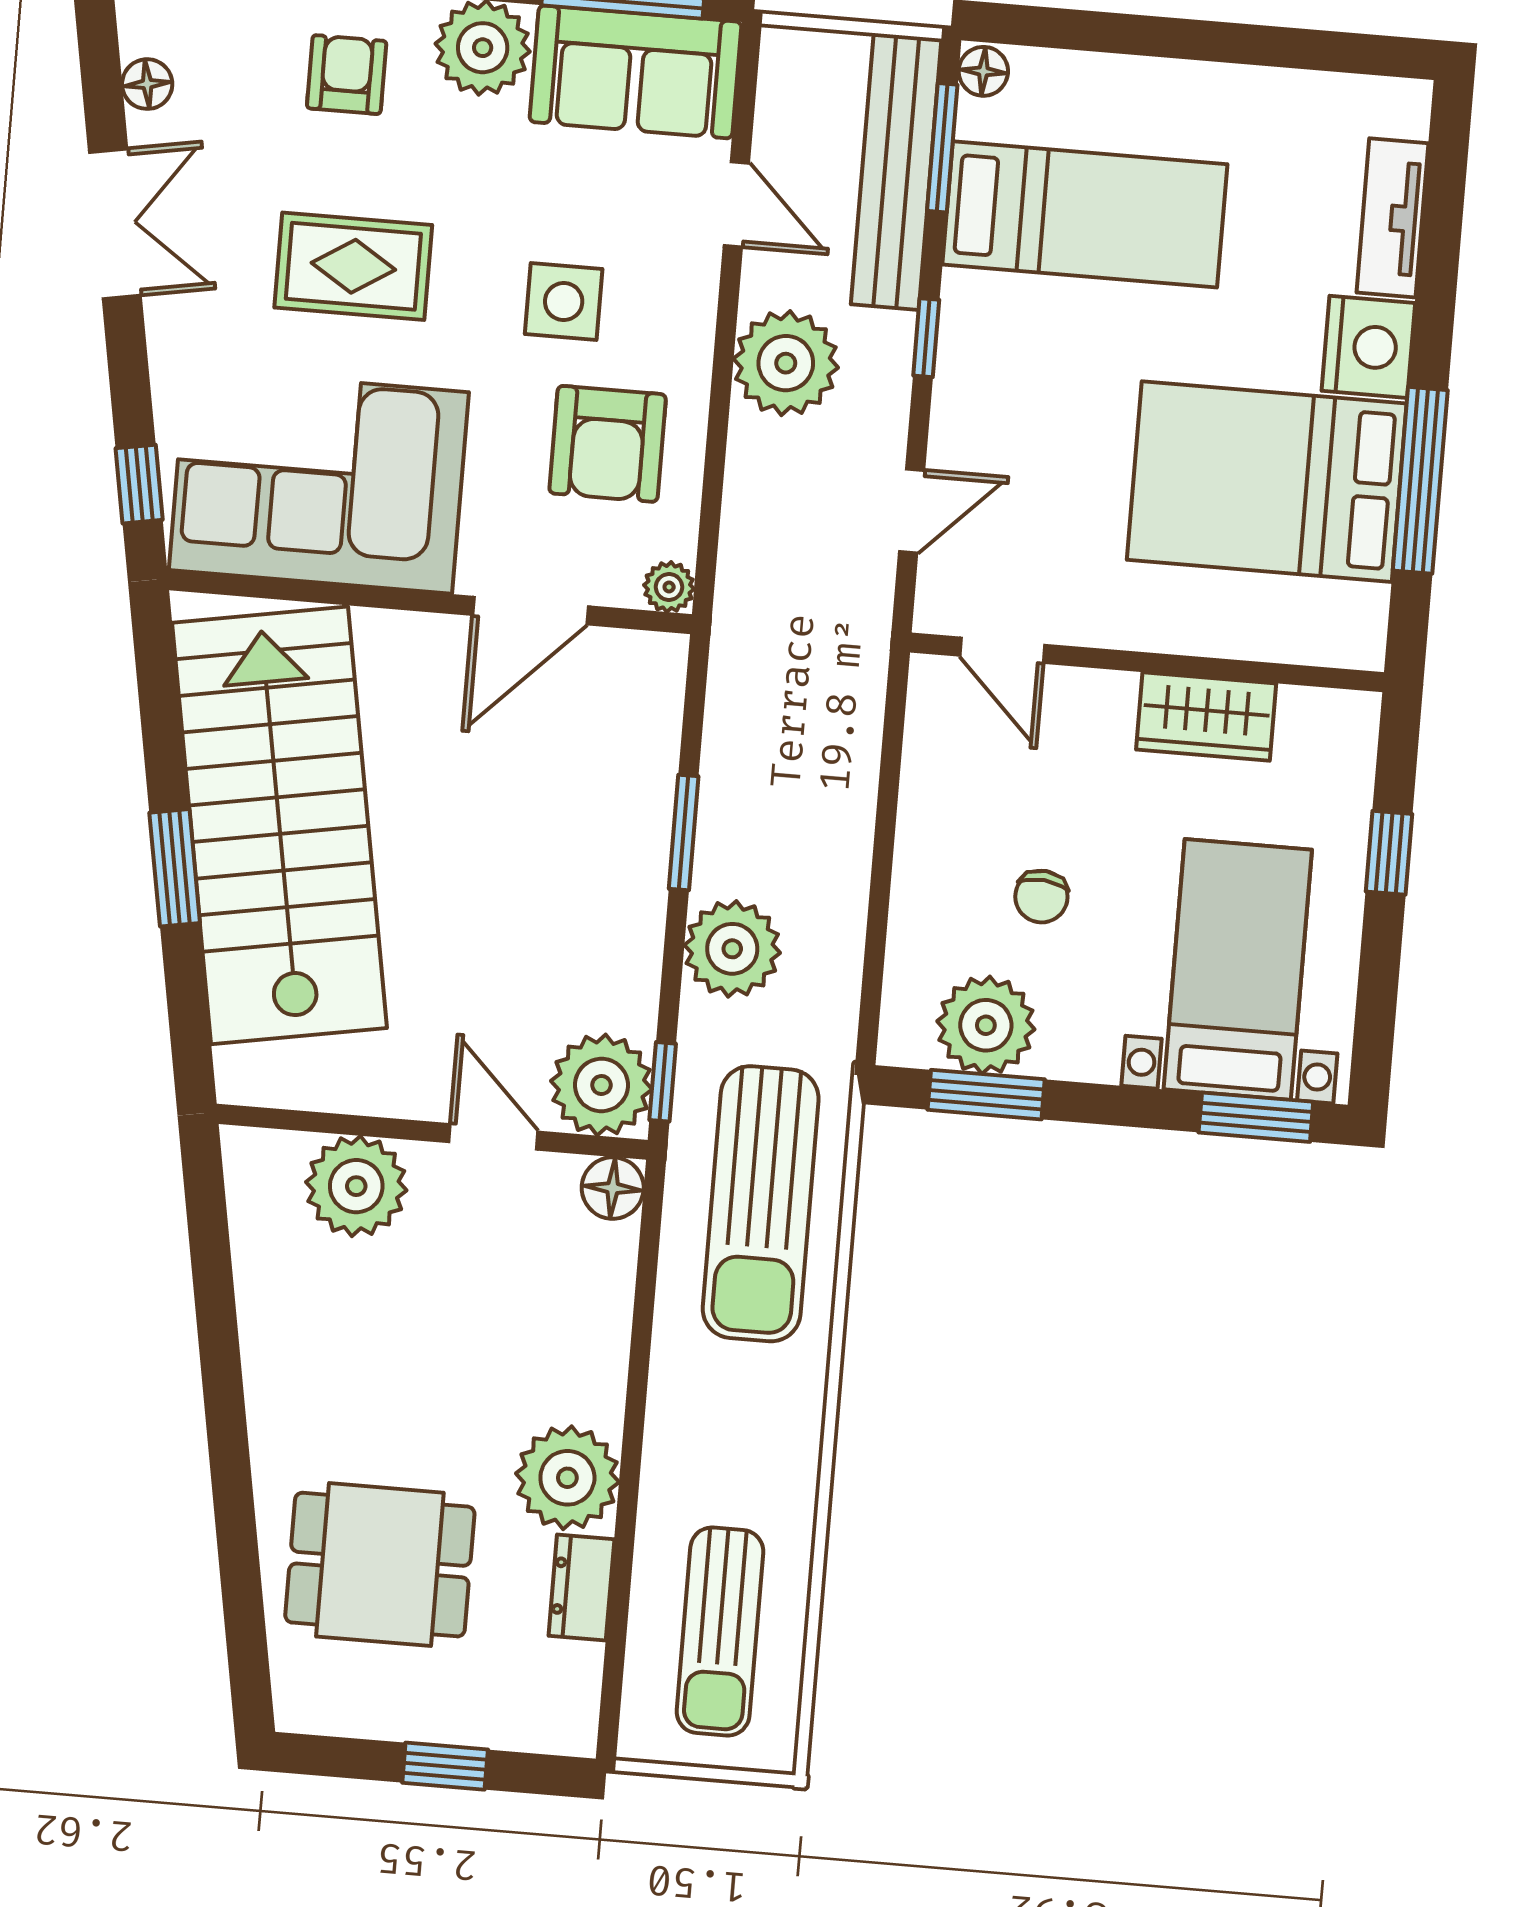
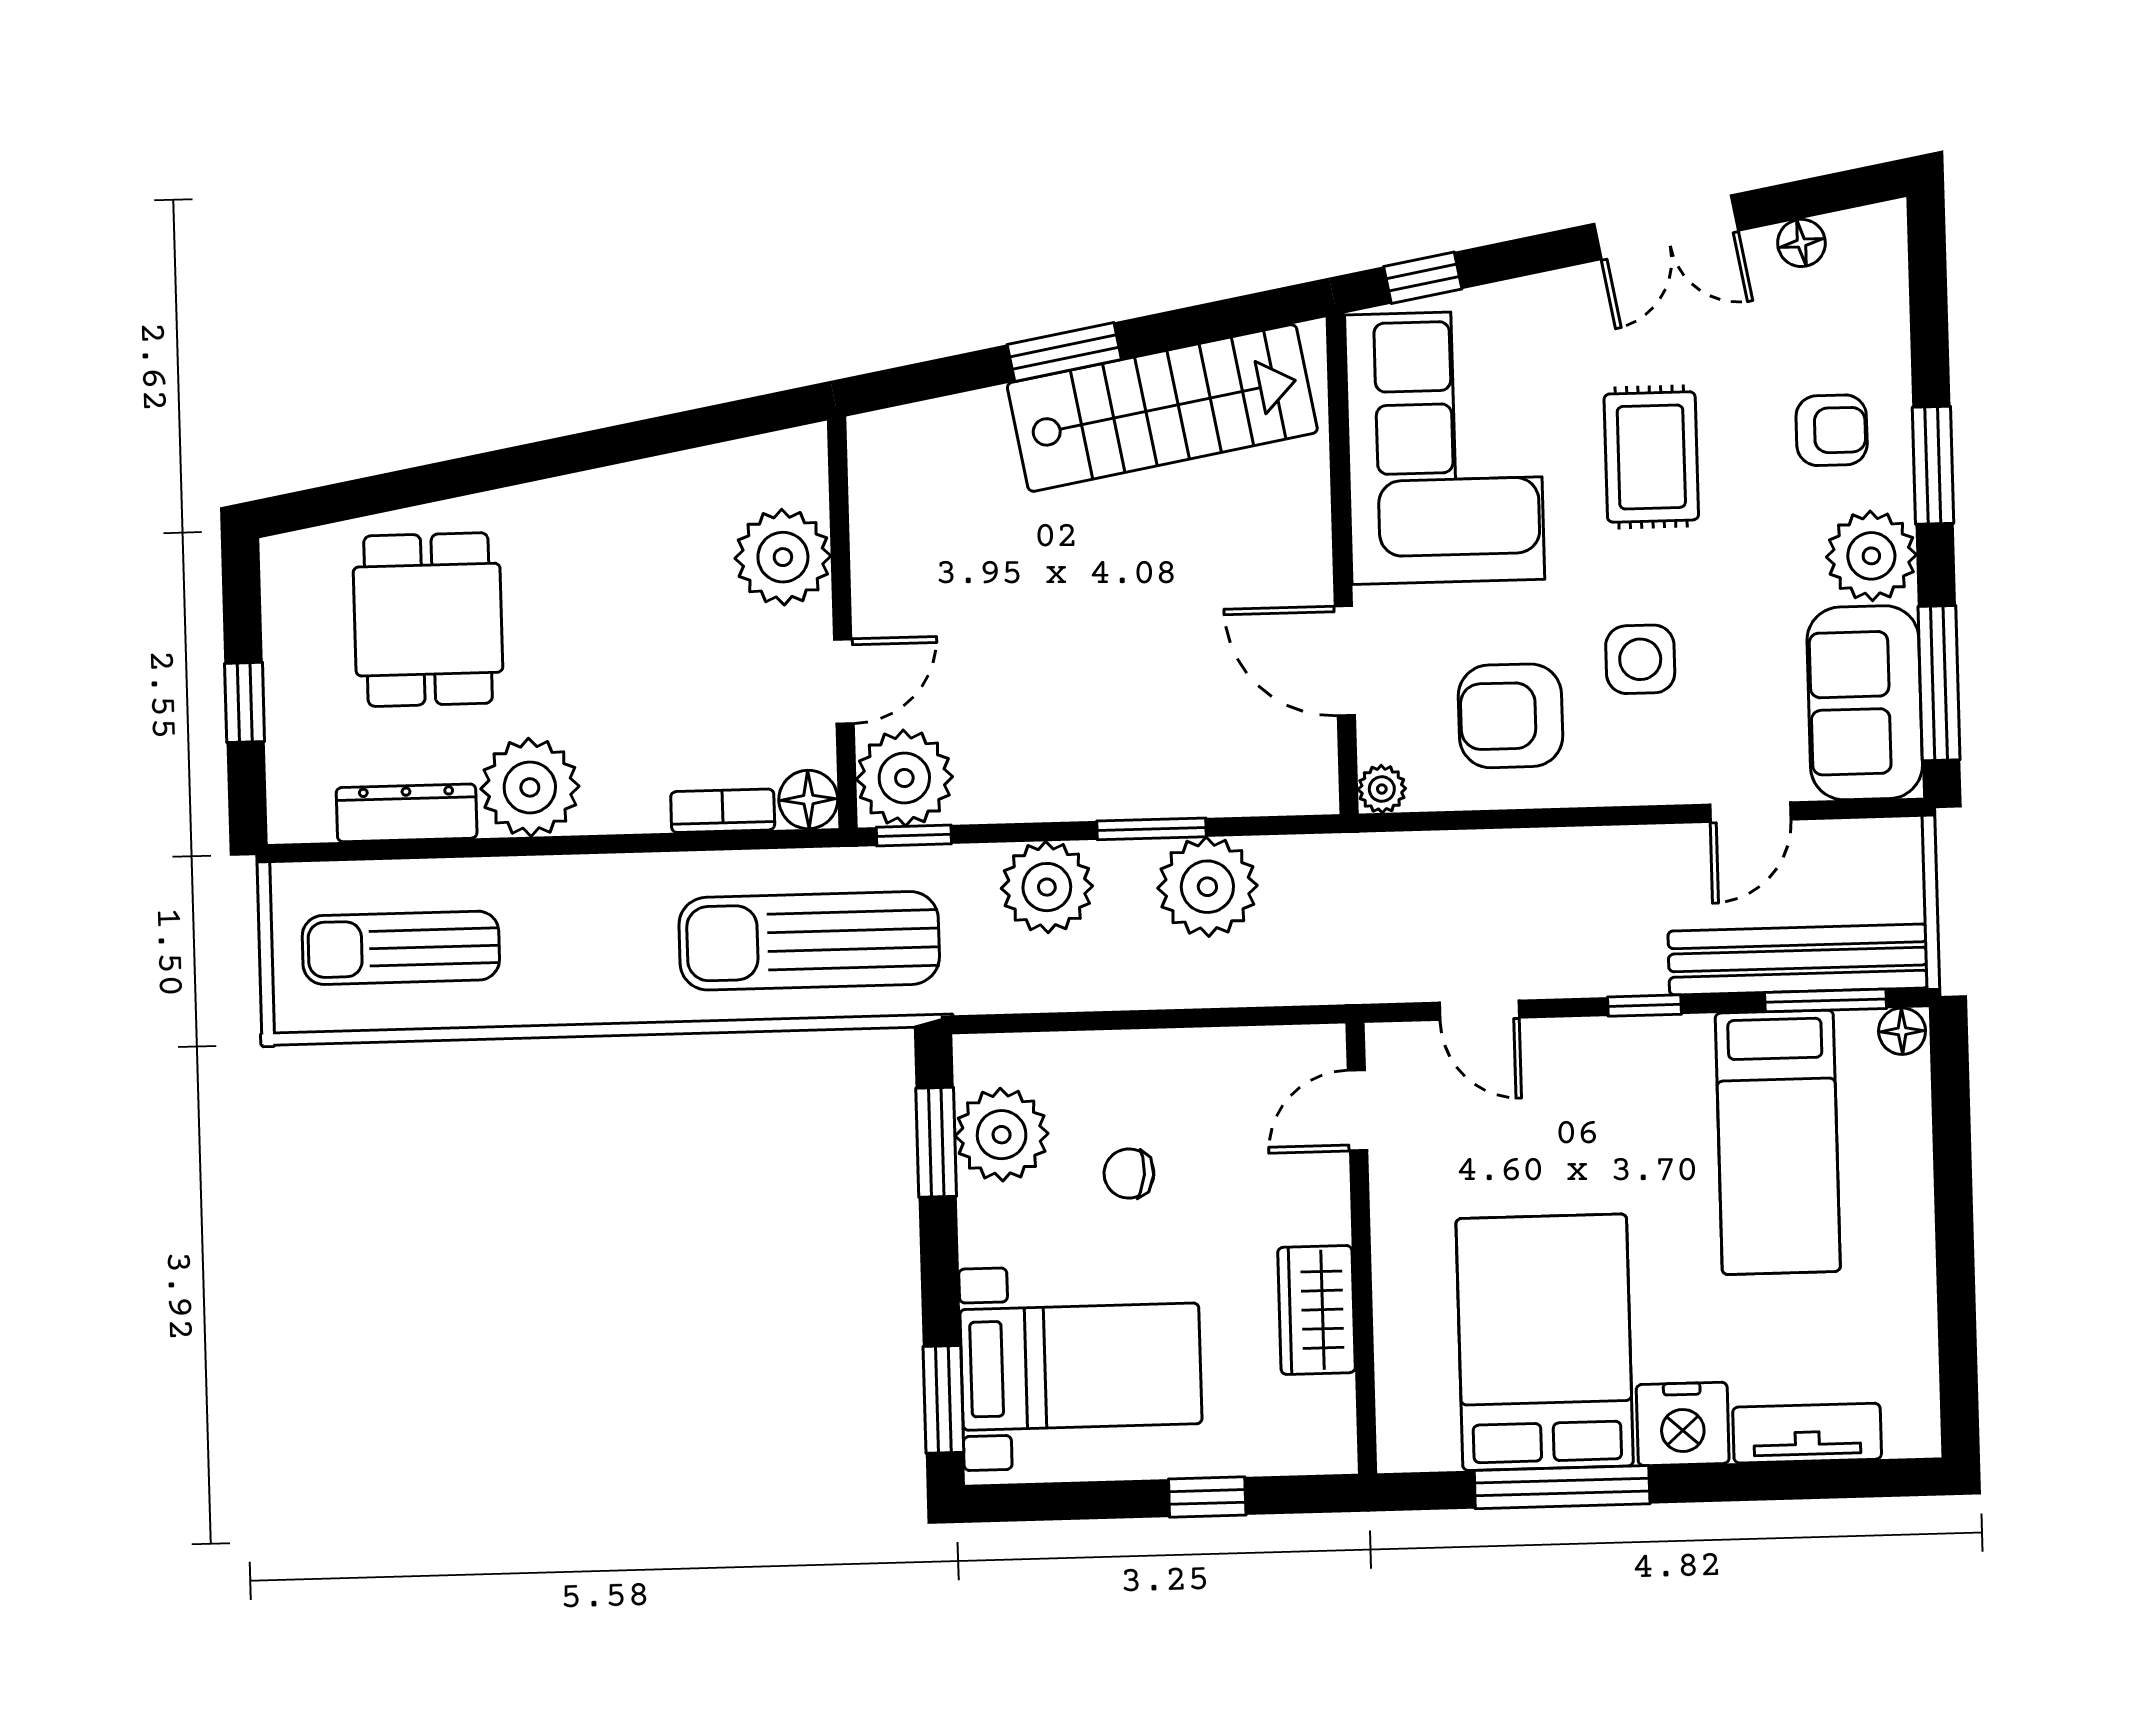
plant: (786, 363) -> (1207, 887), moved
stairs: (279, 825) -> (1162, 408), width x0.73, depth x0.66
bookcase: (614, 1279) -> (723, 811), added
dresser: (581, 1587) -> (407, 813), width x1.44

